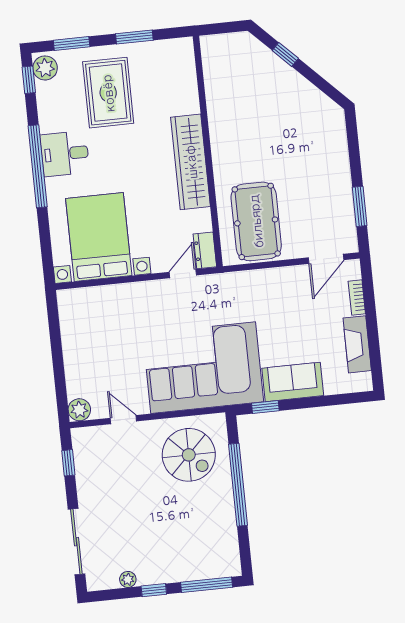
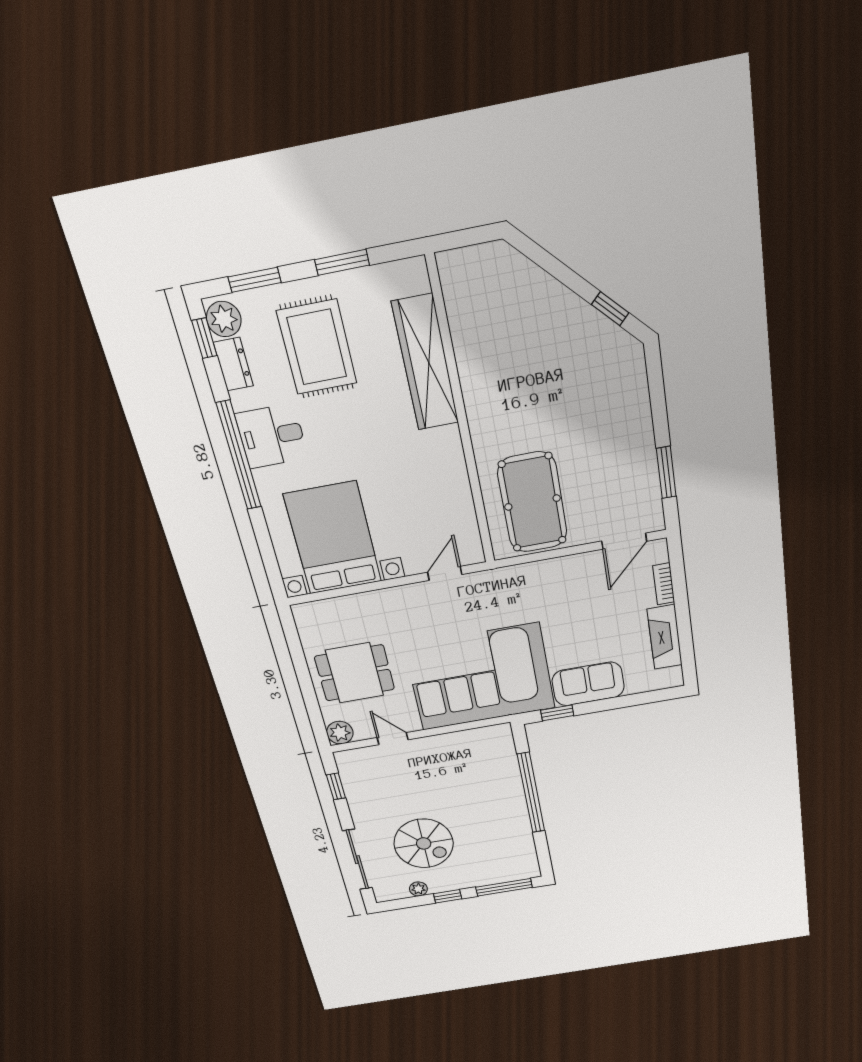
window: (285, 54) -> (610, 309), moved
wardrobe: (191, 162) -> (425, 363), moved
dresser: (205, 250) -> (233, 364), moved, turned 180
dining table: (100, 355) -> (355, 673), added
spiral stairs: (189, 455) -> (424, 843), moved

